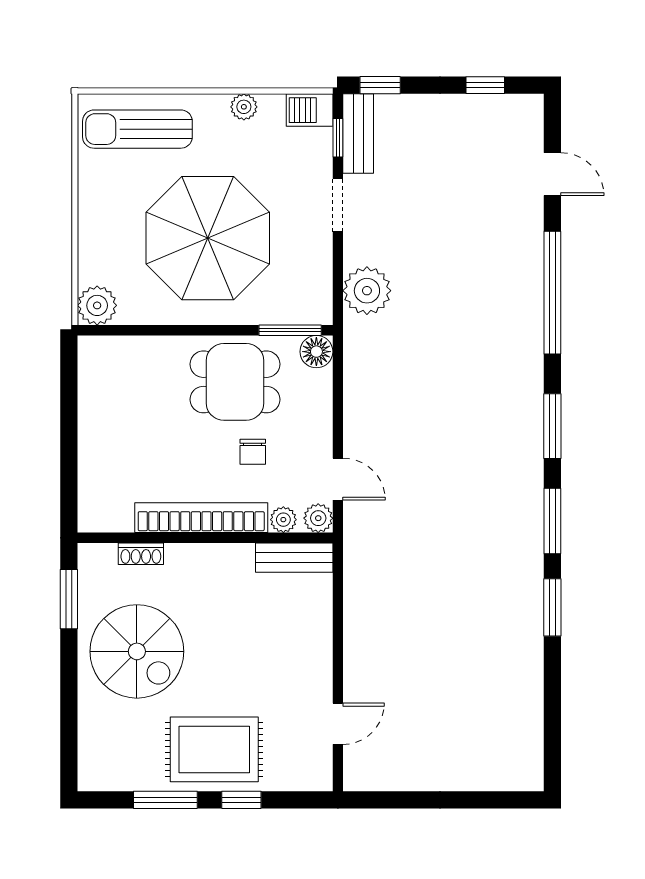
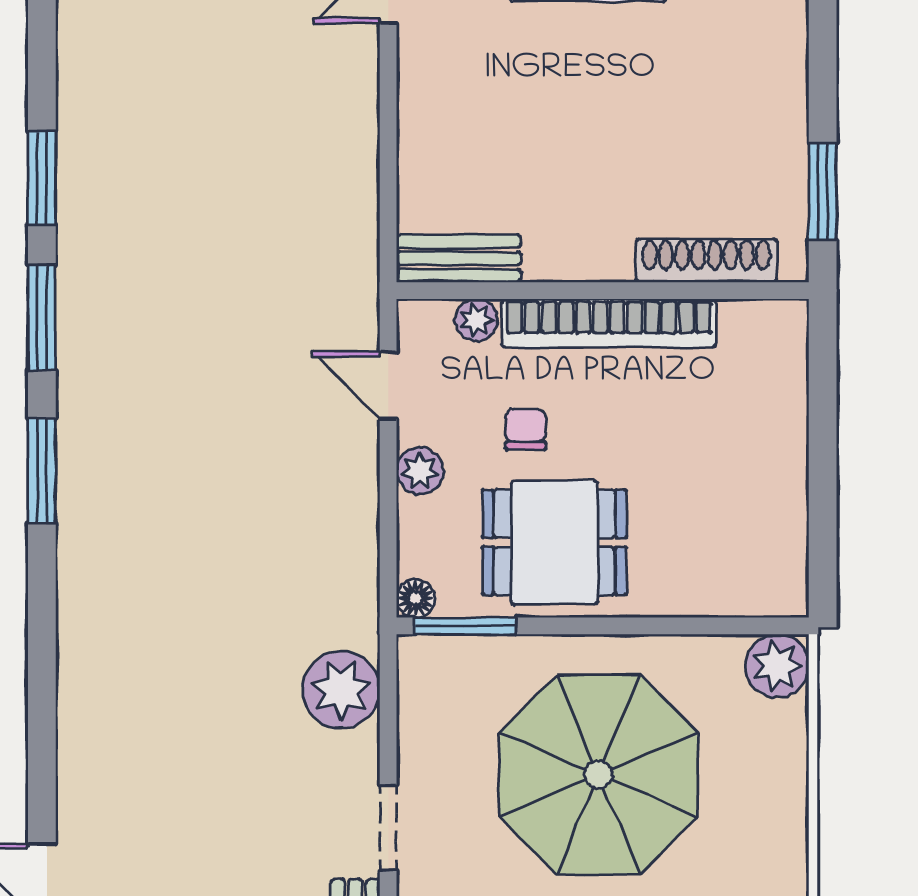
window: (552, 293) -> (42, 686), removed
floor lamp: (316, 352) -> (416, 598), width x0.73, depth x0.73
plant: (318, 518) -> (420, 471), moved
shoe rack: (141, 554) -> (706, 261), width x1.94, depth x1.24
spiral stairs: (137, 651) -> (713, 107), removed

